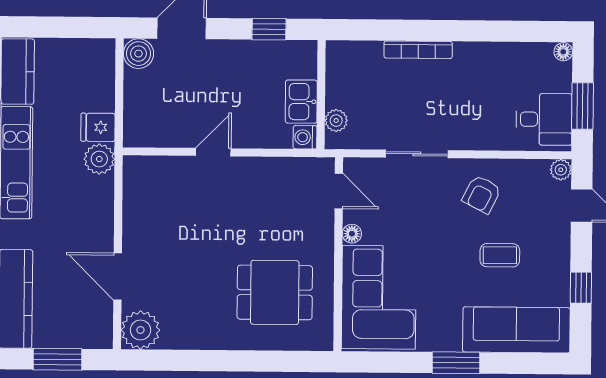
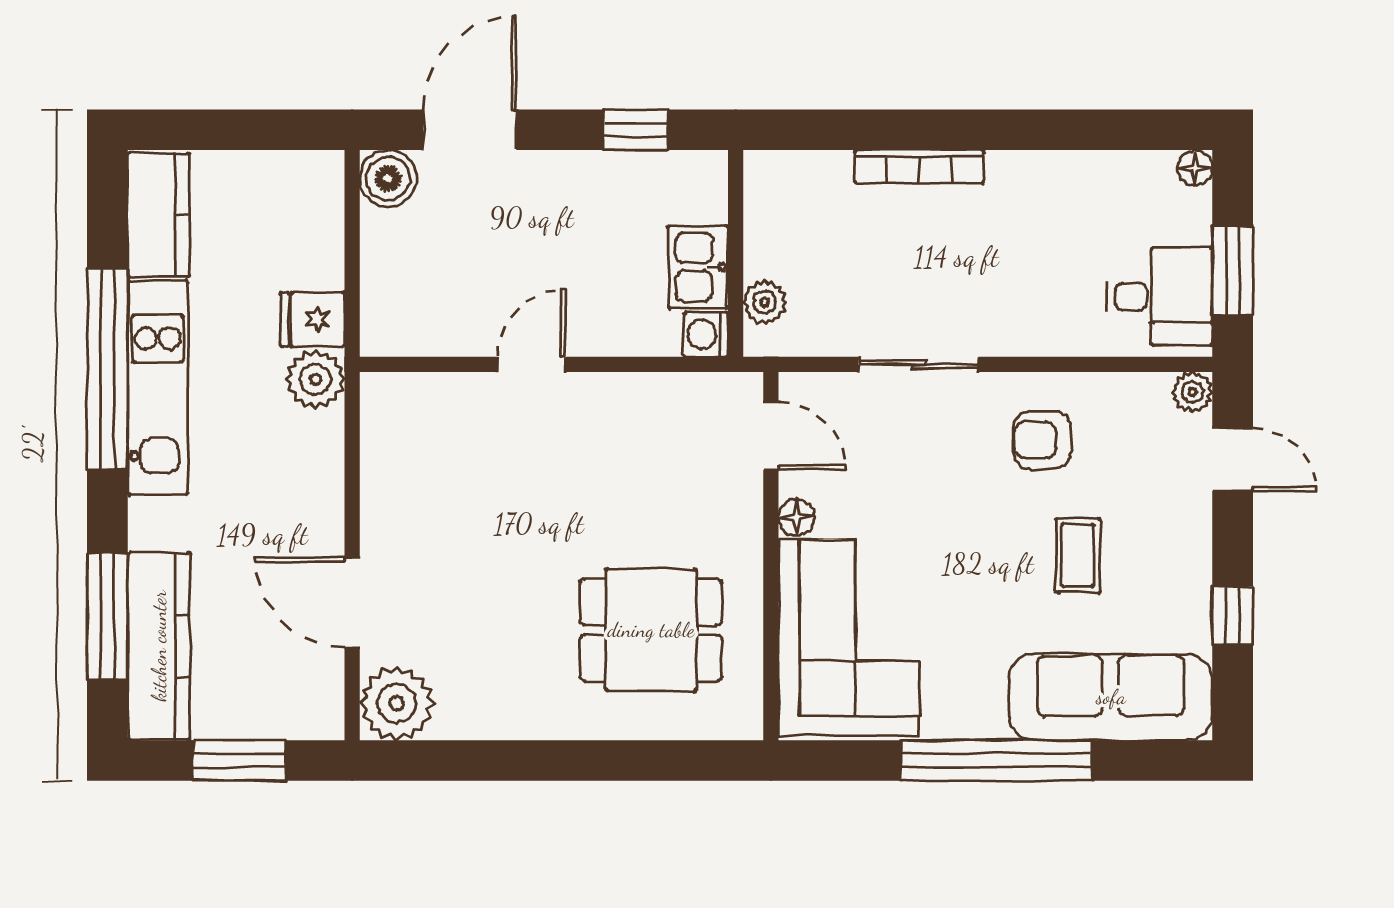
armchair: (482, 194) -> (1042, 440), turned 63
coffee table: (500, 255) -> (1078, 556), turned 90
window: (456, 363) -> (996, 760), width x2.11

